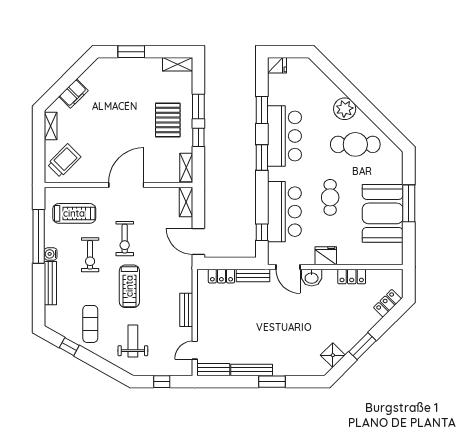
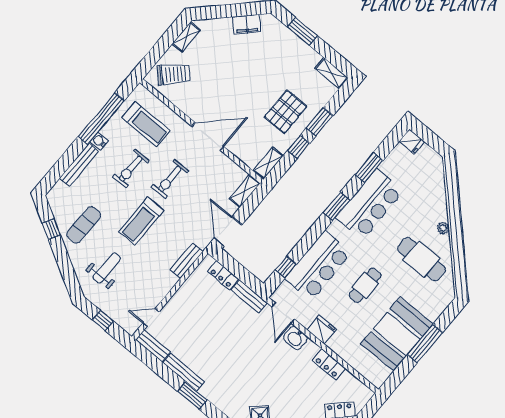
filing cabinet: (73, 93) -> (247, 24), moved
plant: (345, 109) -> (443, 228), width x0.53, depth x0.53
bench: (186, 310) -> (187, 261), moved

